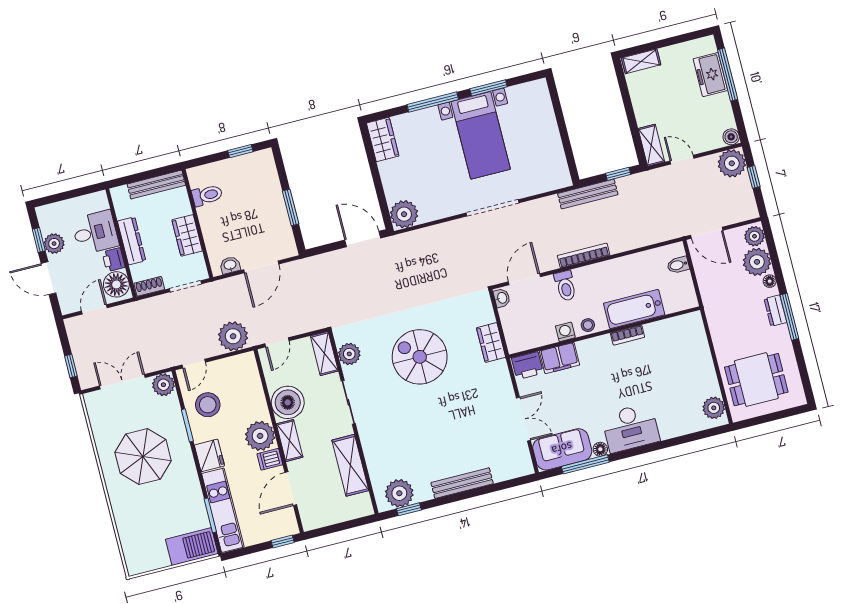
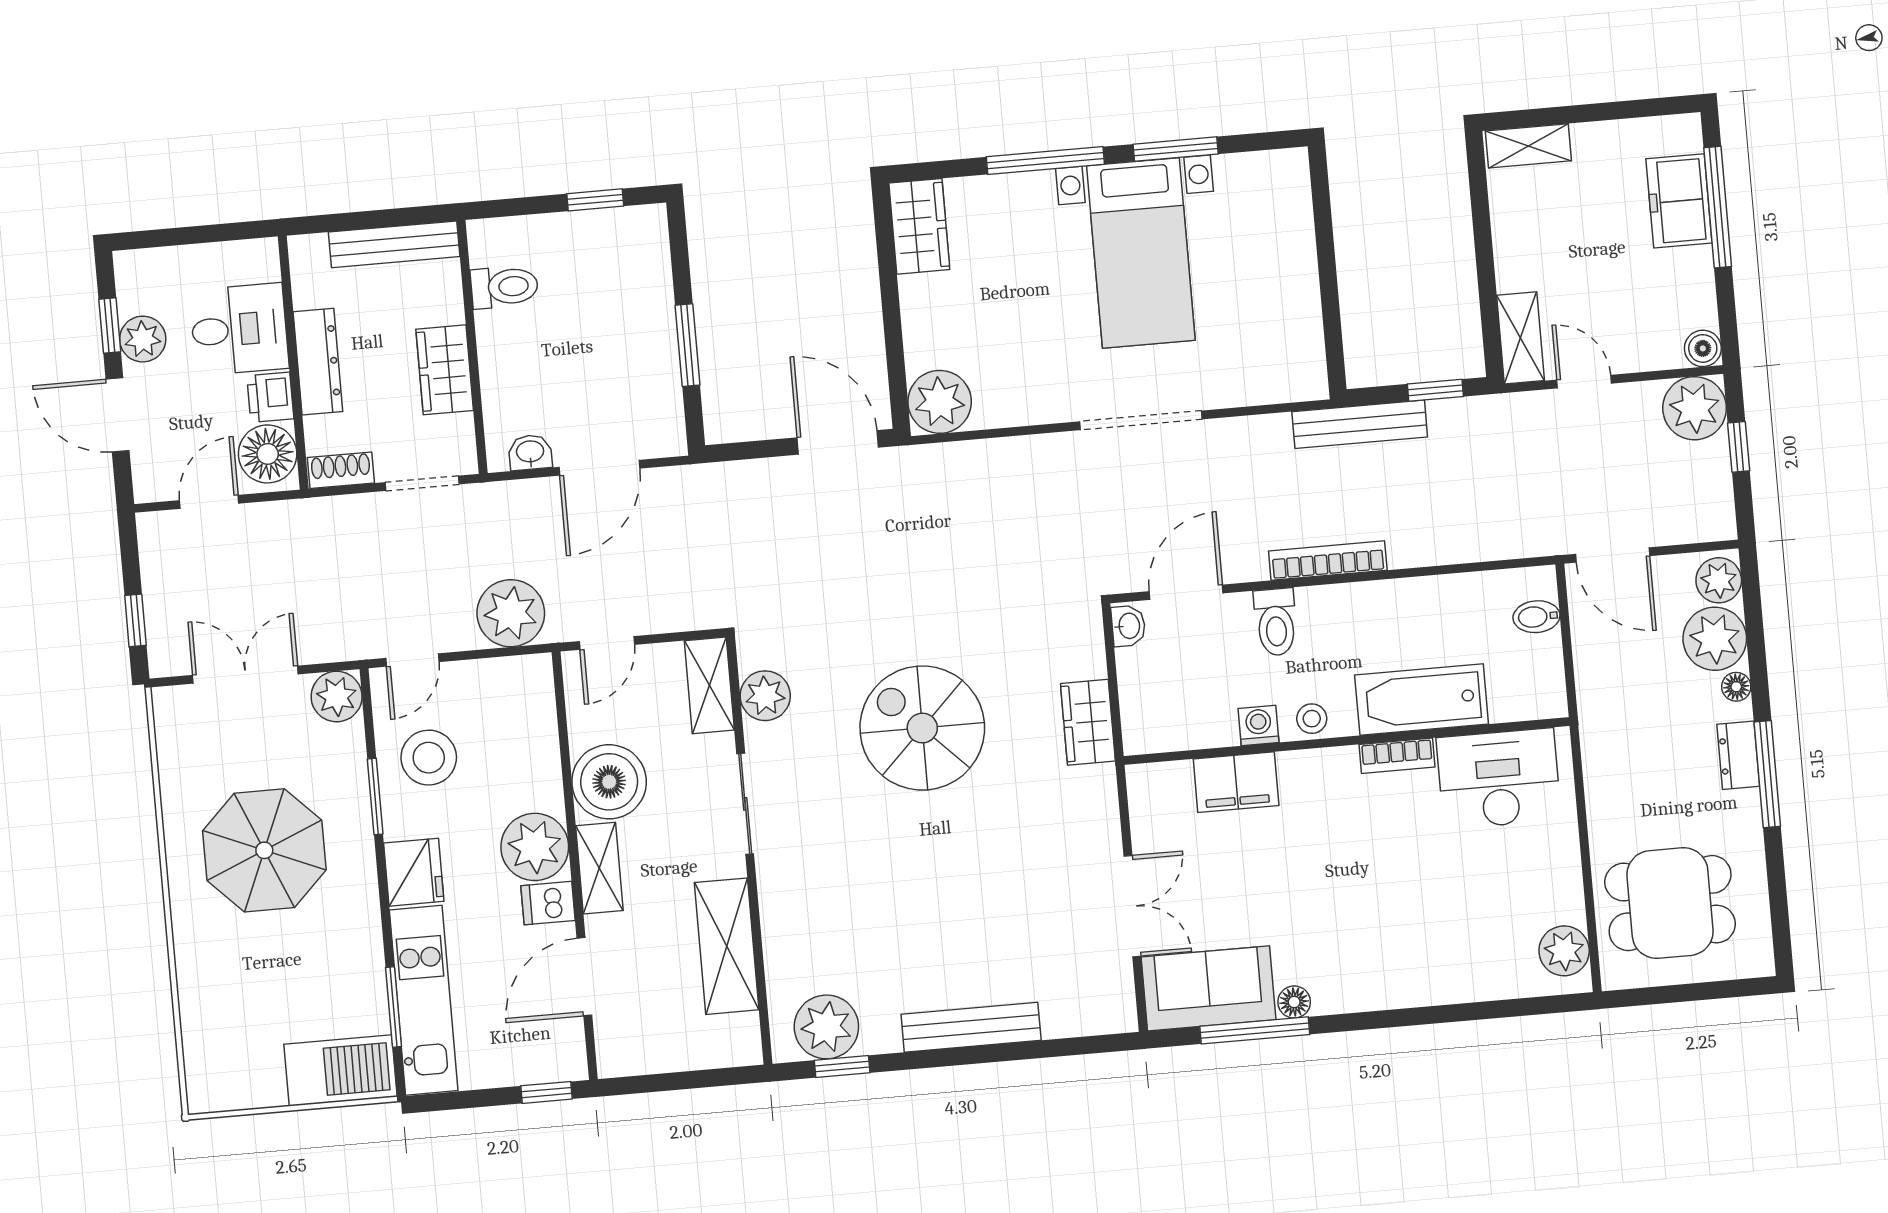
printer: (527, 366) -> (1161, 787), removed
desk: (631, 428) -> (1499, 779), moved, turned 180

